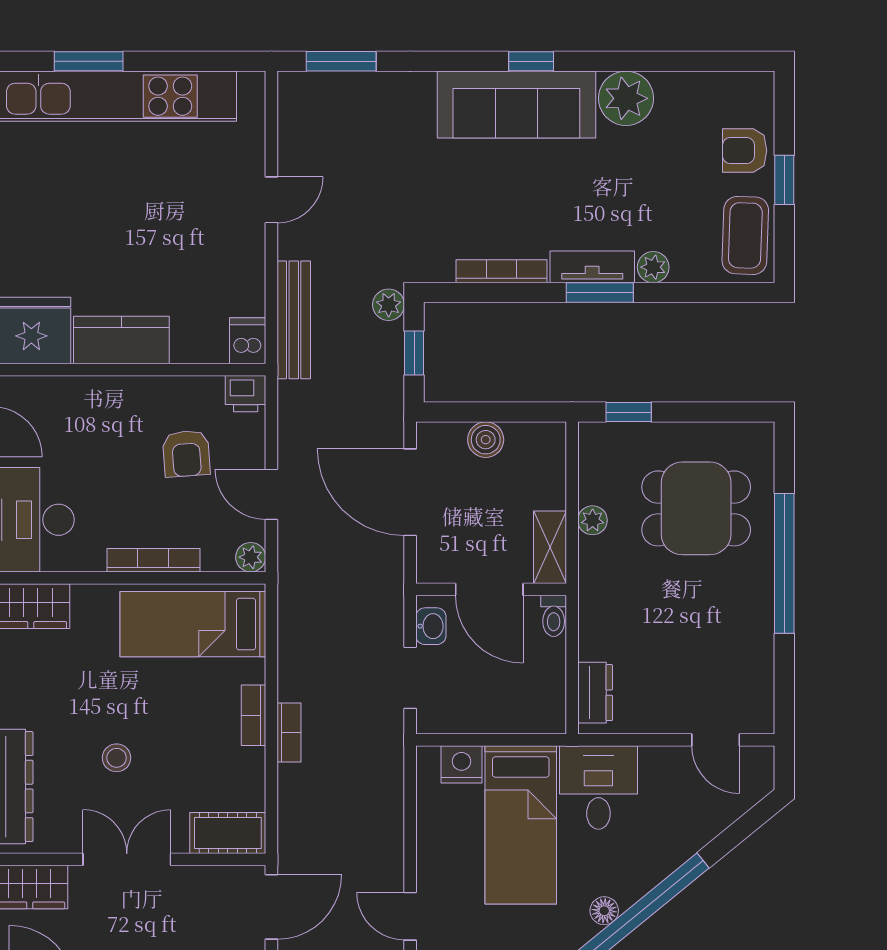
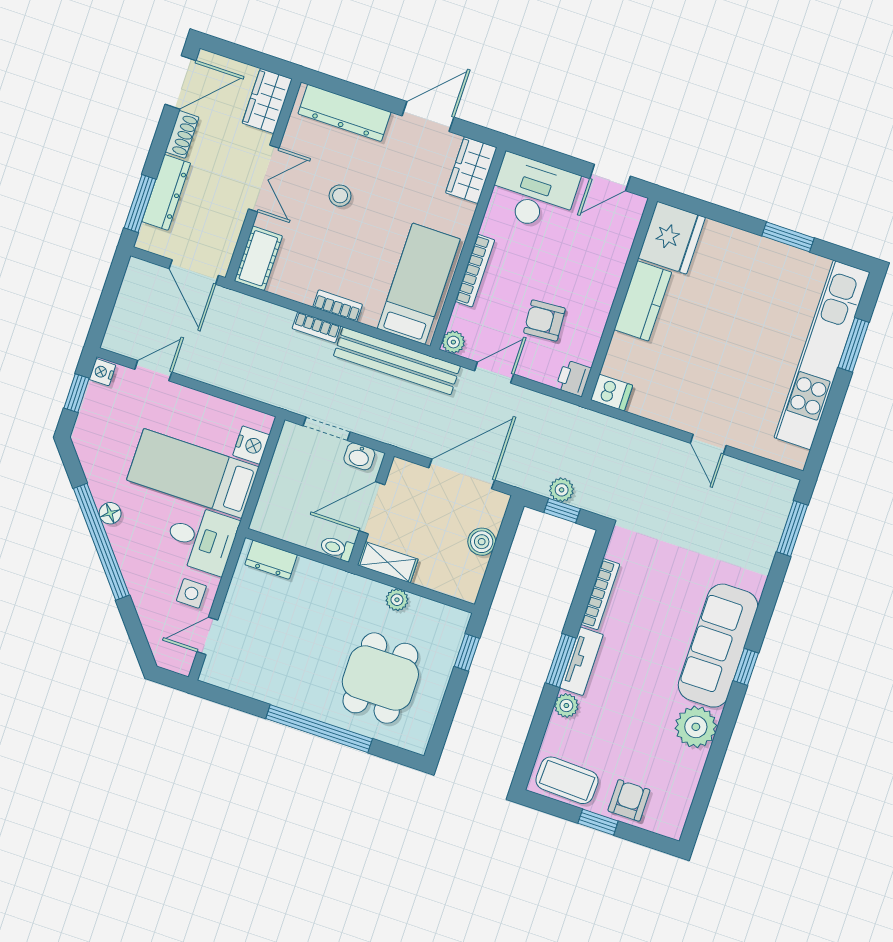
plant: (389, 305) -> (562, 490), moved
bench: (294, 320) -> (397, 361), moved, width x1.37, depth x1.21
side table: (670, 777) -> (191, 593), added

